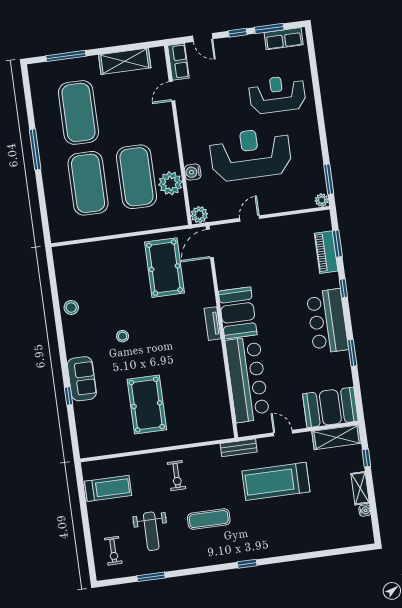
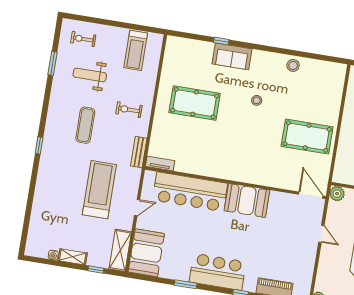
pool table: (165, 268) -> (307, 137), moved
tv unit: (213, 324) -> (160, 163), moved
bench: (239, 448) -> (139, 152), moved

